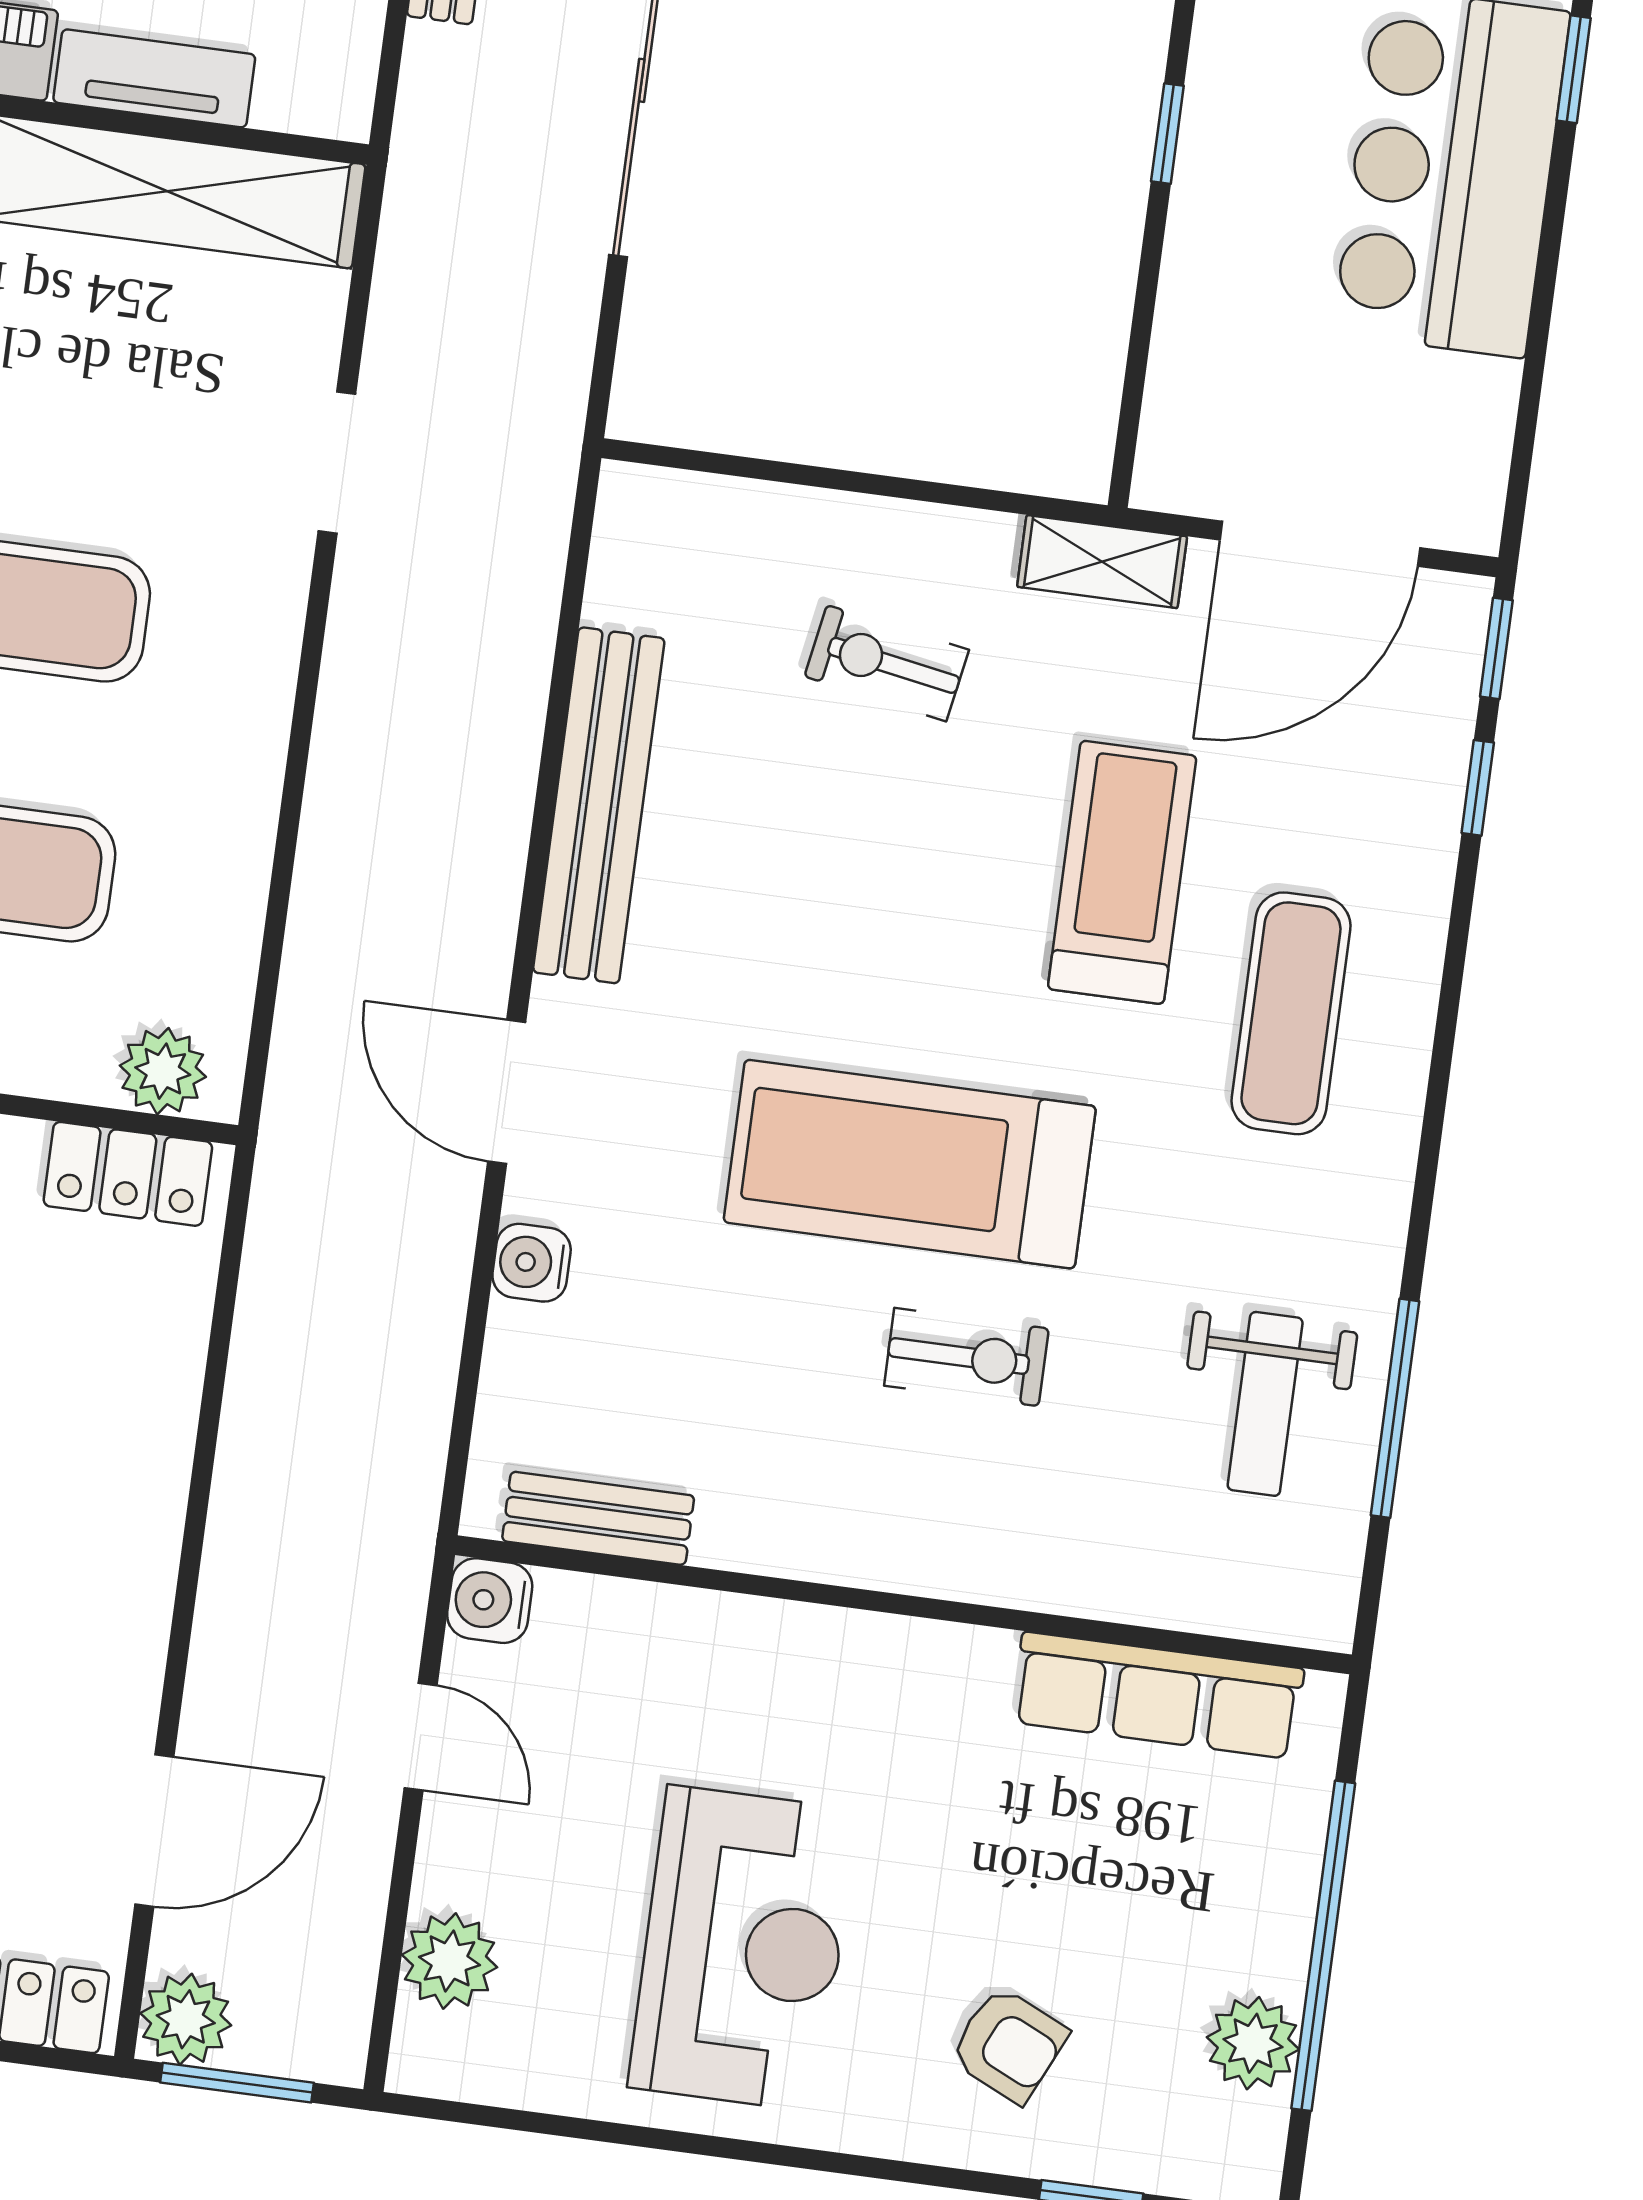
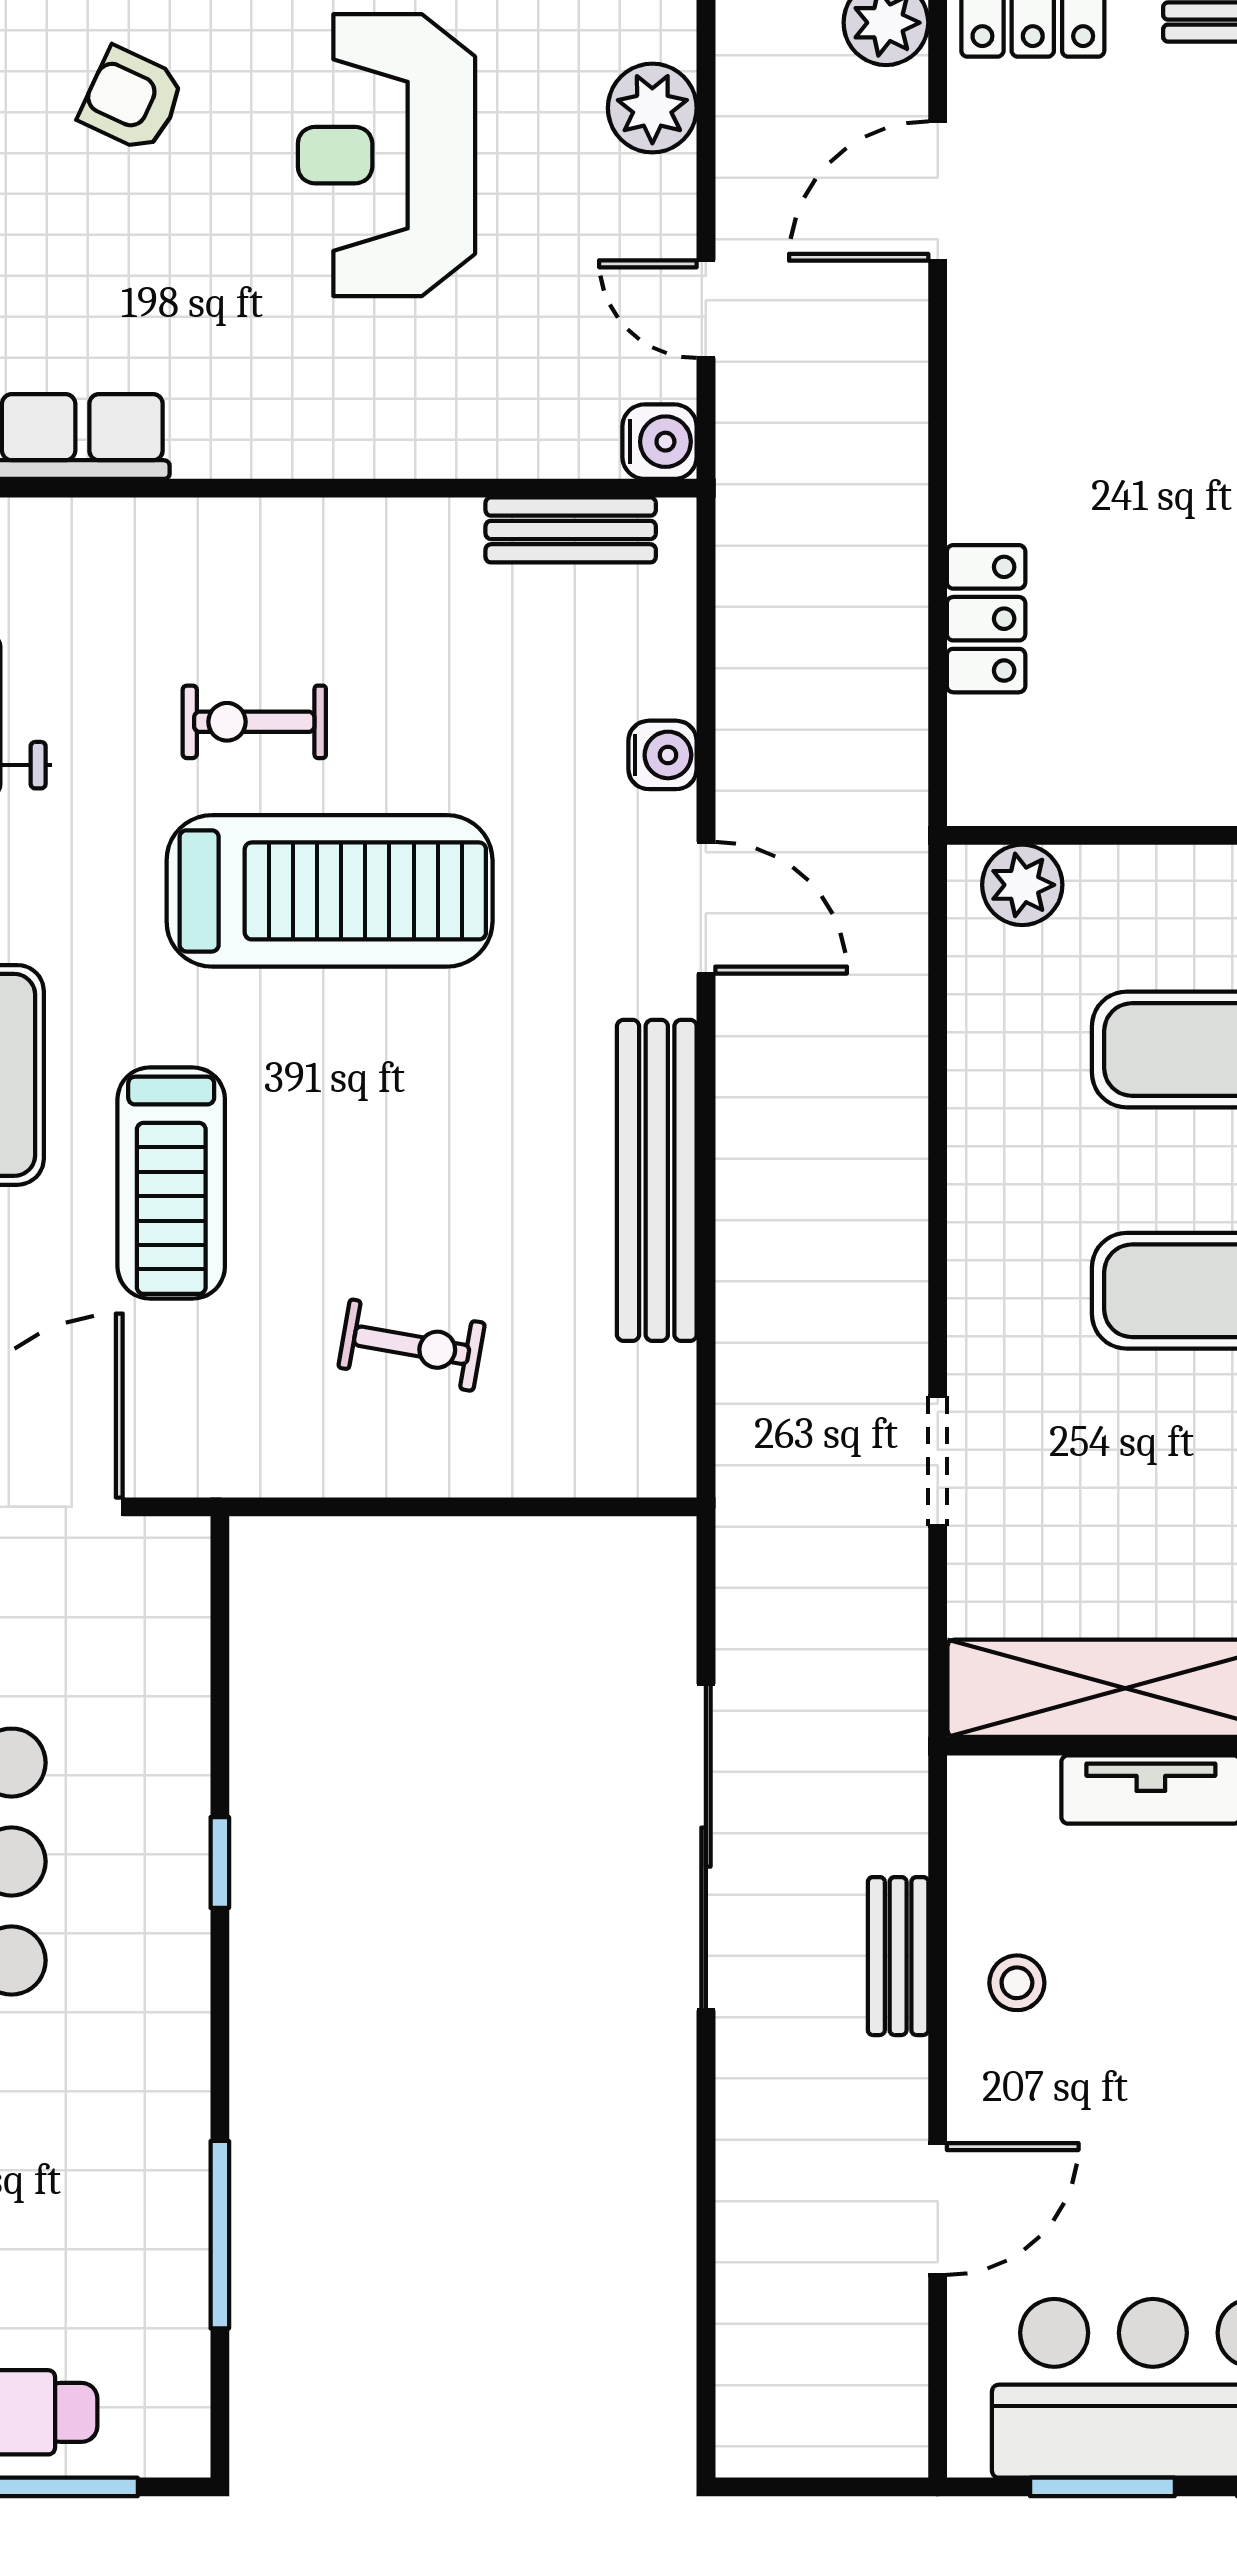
shelving: (1102, 562) -> (227, 1464), removed
locker: (128, 1174) -> (986, 619), moved, turned 90

